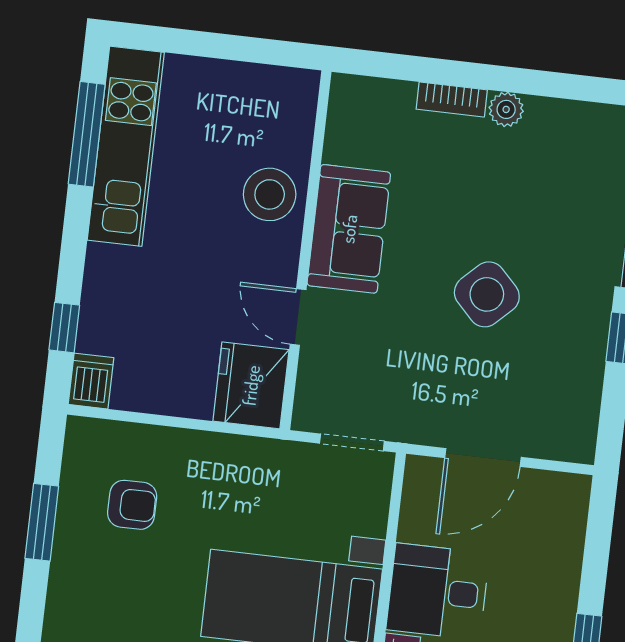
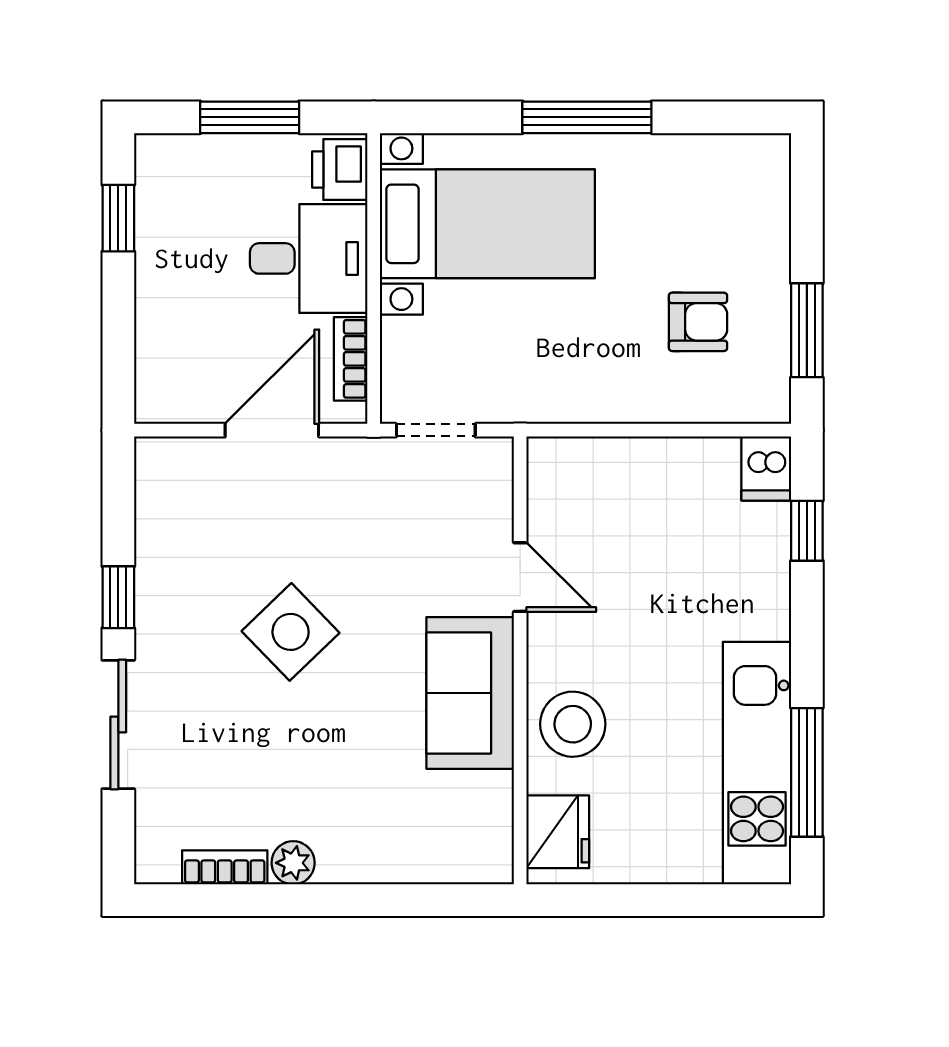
bookcase: (452, 99) -> (225, 867), moved
fridge: (251, 385) -> (558, 832), moved, width x0.73, depth x0.75
armchair: (132, 505) -> (698, 322), turned 180
bookcase: (413, 507) -> (351, 359), added
window: (42, 522) -> (807, 330), moved

